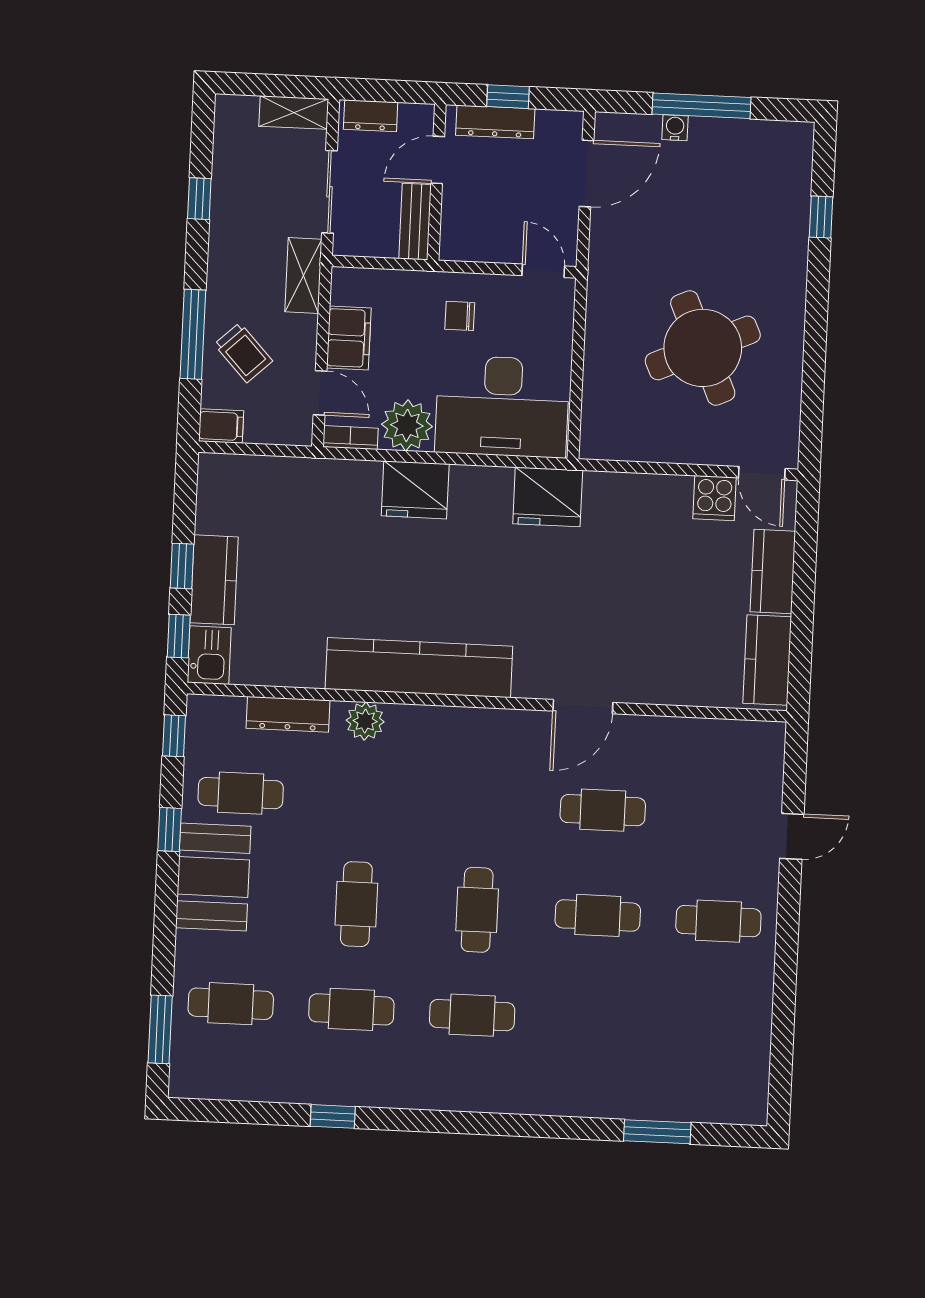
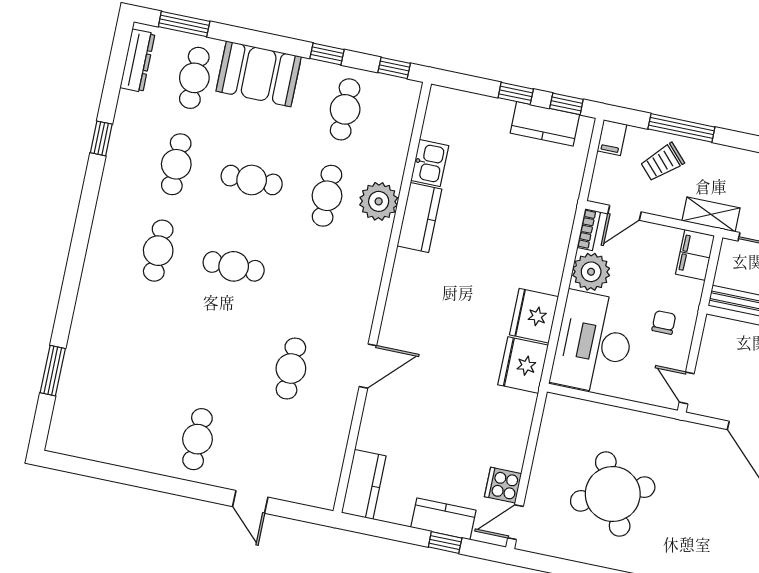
door: (543, 271) -> (687, 388), swing flipped
filing cabinet: (349, 338) -> (695, 255), moved, turned 90
fridge: (415, 490) -> (534, 316), moved
window: (805, 564) -> (445, 543), added
kitchen counter: (214, 580) -> (545, 124), moved
window: (179, 636) -> (566, 104), moved
kitchen sink: (209, 655) -> (430, 163), moved, turned -90
kitchen counter: (767, 660) -> (364, 484), moved, turned 90
kitchen counter: (419, 668) -> (419, 217), width x0.48, depth x0.86
door: (583, 707) -> (368, 366), swing flipped
dresser: (288, 714) -> (137, 61), moved, turned 180
plant: (365, 721) -> (379, 201), width x1.36, depth x1.36
booth: (213, 877) -> (259, 74), moved
cafe table: (598, 915) -> (327, 196), moved

